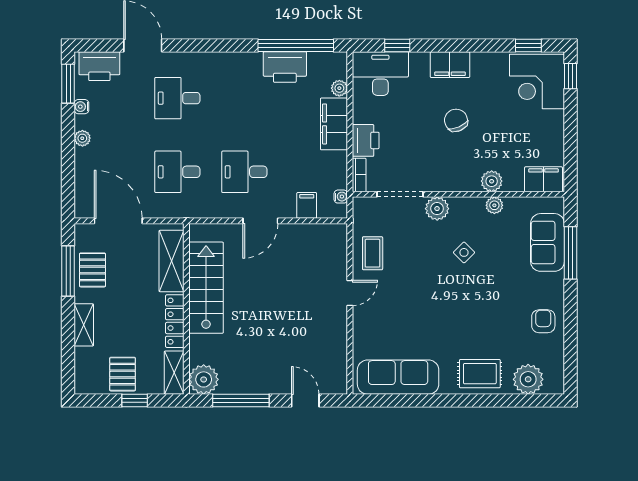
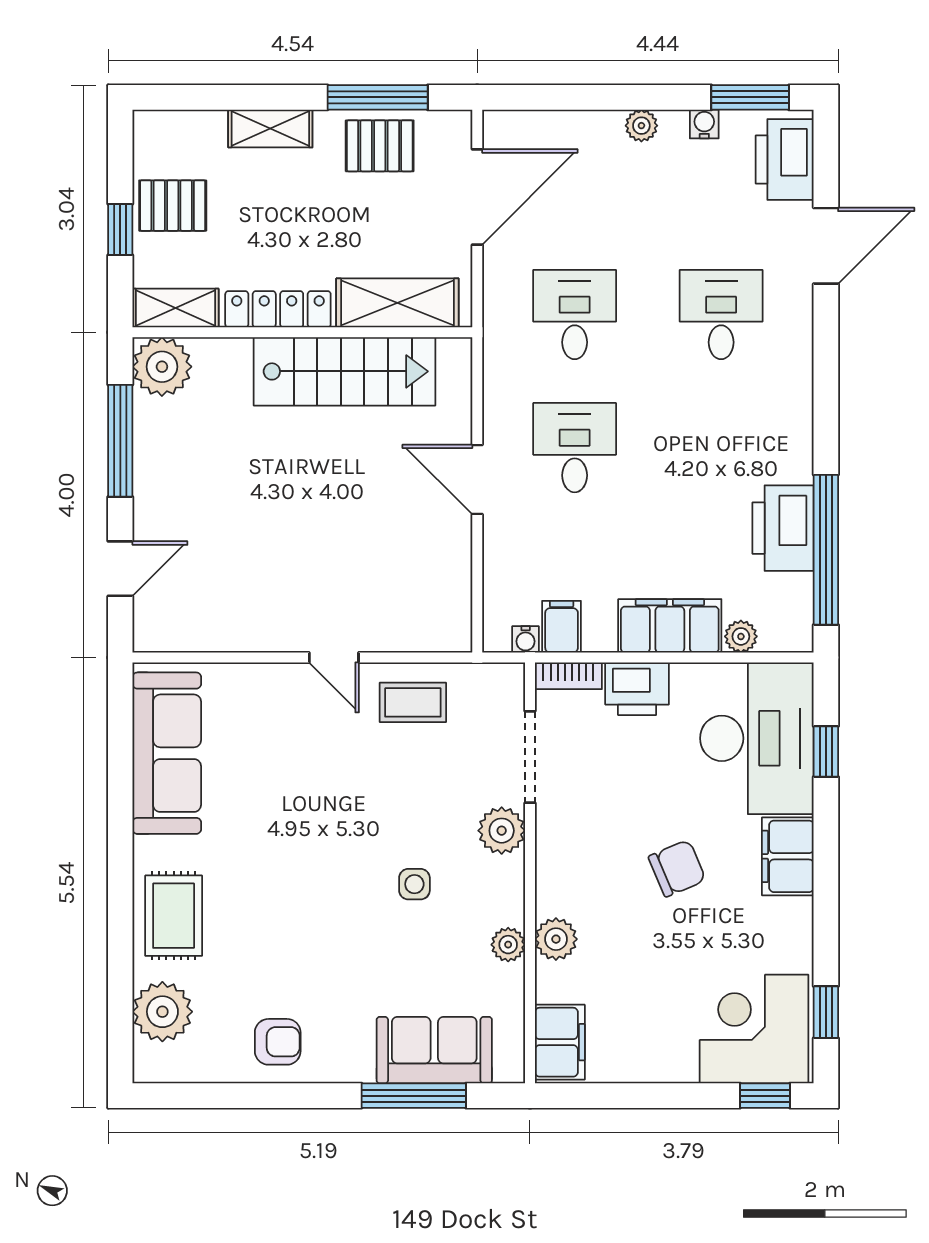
desk: (380, 74) -> (757, 738), width x1.36, depth x1.30
filing cabinet: (307, 205) -> (562, 627), moved, turned -90
side table: (464, 252) -> (414, 884), turned 45

